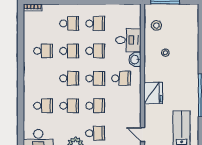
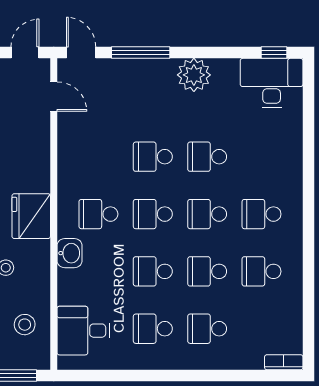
desk: (128, 40) -> (83, 331), moved
fridge: (153, 93) -> (31, 216), moved
school desk: (43, 106) -> (261, 214), moved
school desk: (95, 133) -> (153, 99), removed

